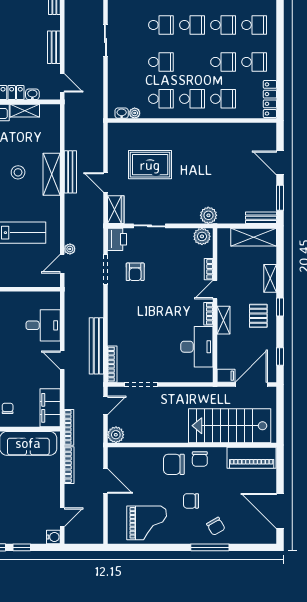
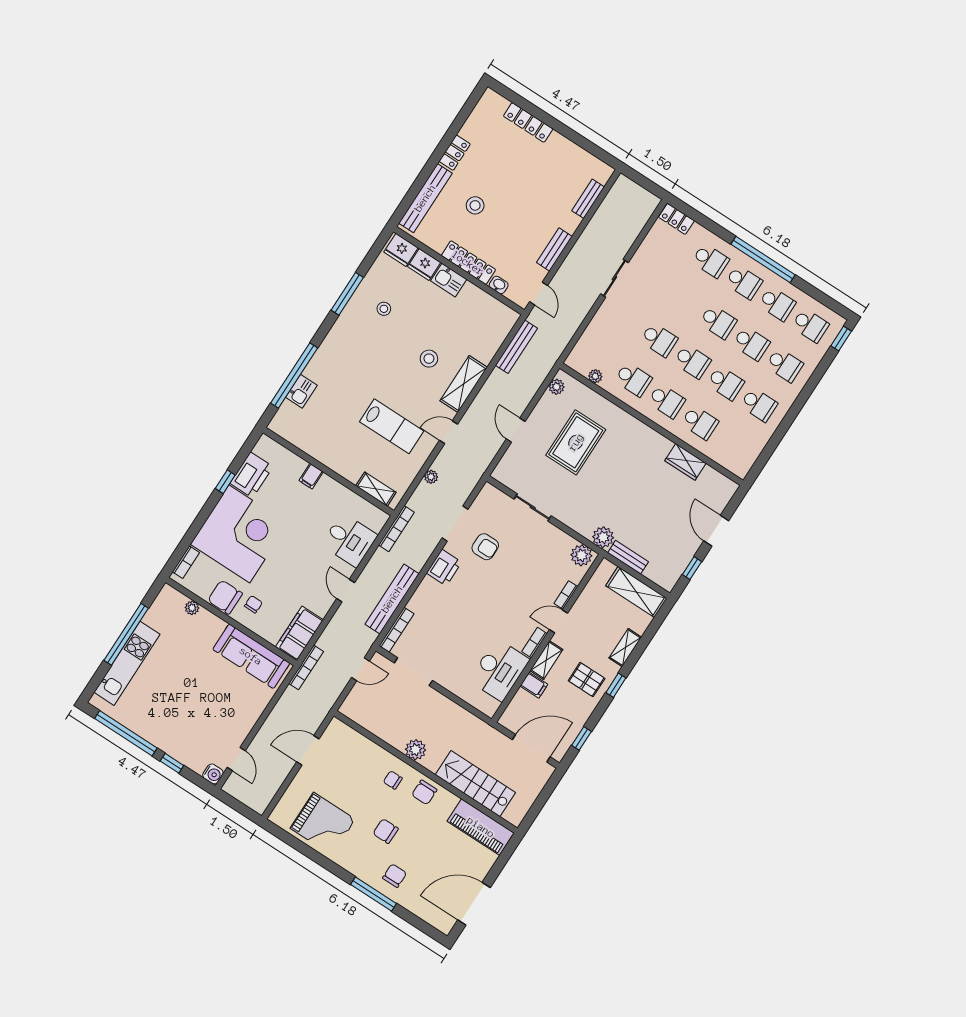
school desk: (161, 25) -> (692, 361), moved
locker: (270, 99) -> (750, 455), removed
shelving: (25, 111) -> (376, 489), moved
washbasin: (122, 113) -> (581, 367), removed
plant: (114, 136) -> (557, 387), added
rug: (150, 165) -> (576, 442), turned 90
bench: (70, 172) -> (516, 347), moved
window: (280, 198) -> (692, 568), width x0.67
wardrobe: (116, 210) -> (685, 462), moved, turned 90
bench: (261, 218) -> (628, 557), moved
printer: (117, 239) -> (444, 568), moved
door: (62, 264) -> (448, 432), moved
armchair: (135, 272) -> (485, 547), turned -90
pallet: (258, 316) -> (587, 680), turned 90
filing cabinet: (226, 376) -> (534, 685), moved
stairs: (230, 426) -> (475, 784), width x0.73, depth x0.66
plant: (116, 435) -> (416, 750), moved
chair: (174, 464) -> (393, 780), width x0.54, depth x0.54
bookcase: (69, 465) -> (396, 529), moved
door: (105, 481) -> (308, 750), swing flipped
door: (280, 511) -> (474, 904), hinge flipped
door: (62, 517) -> (236, 759), hinge flipped
chair: (216, 526) -> (395, 876), turned -150

